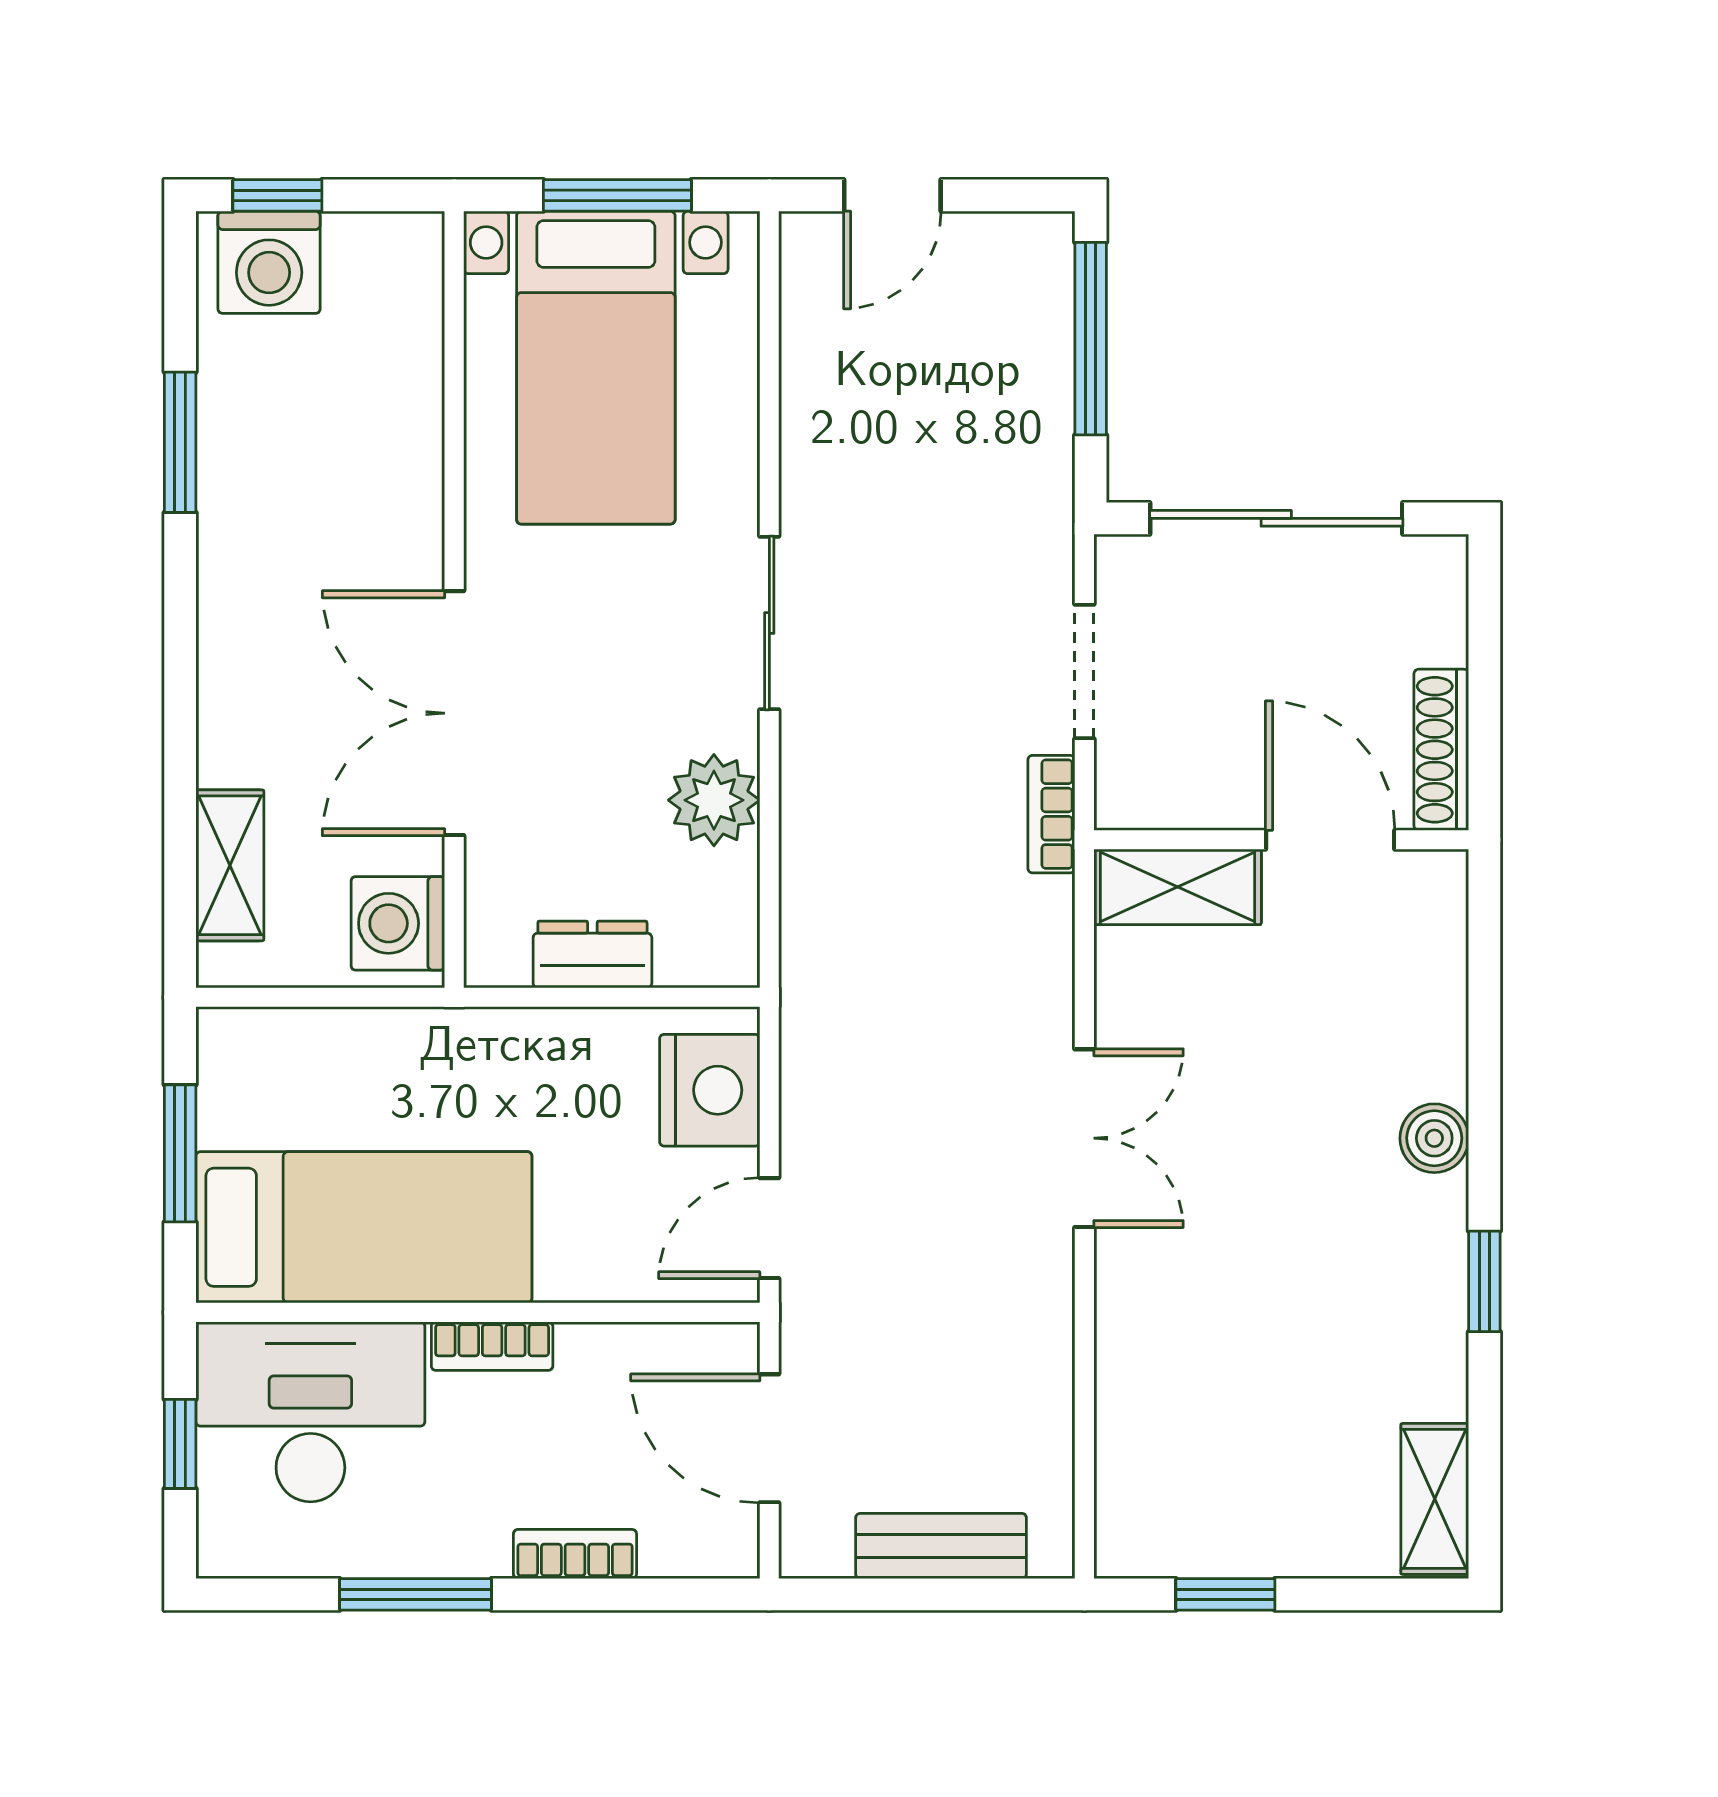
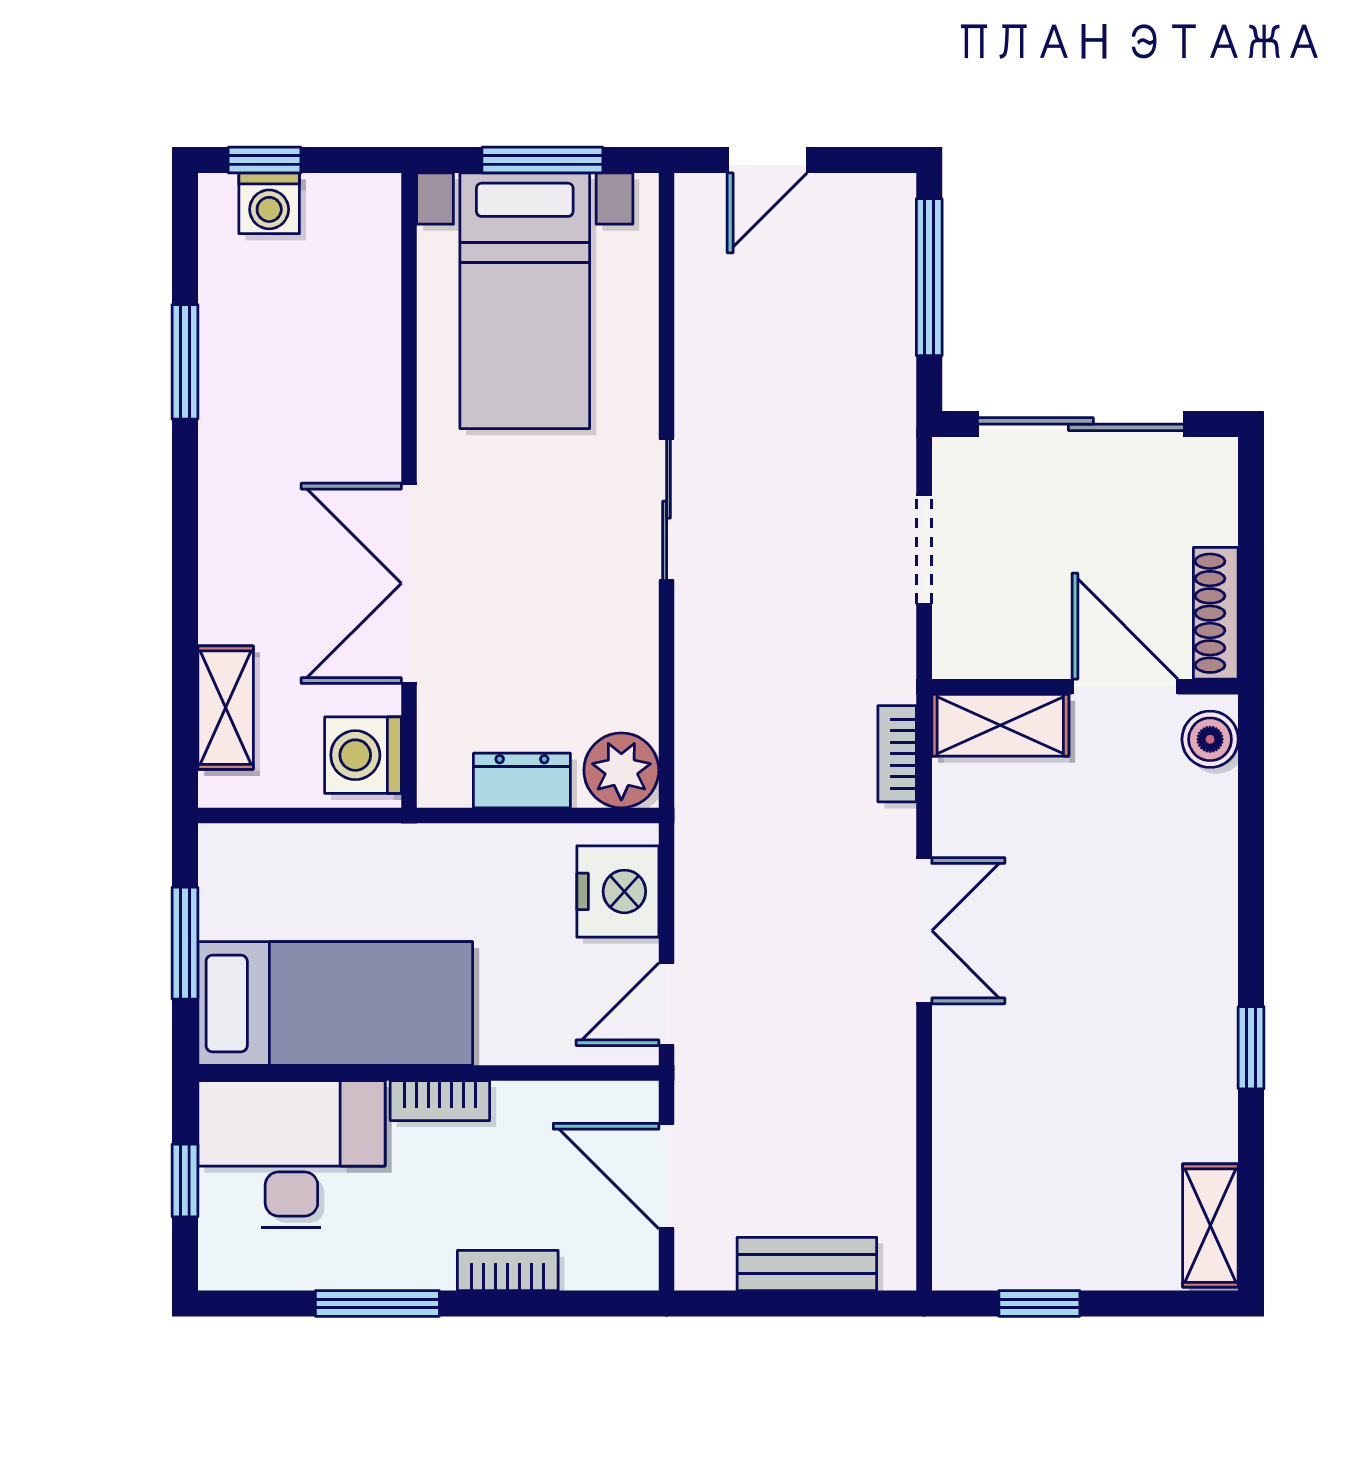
washing machine: (269, 262) -> (269, 203), width x0.73, depth x0.73
plant: (714, 800) -> (621, 770), moved
bookcase: (1051, 814) -> (897, 754), moved
boiler: (1434, 1138) -> (1210, 739), moved

